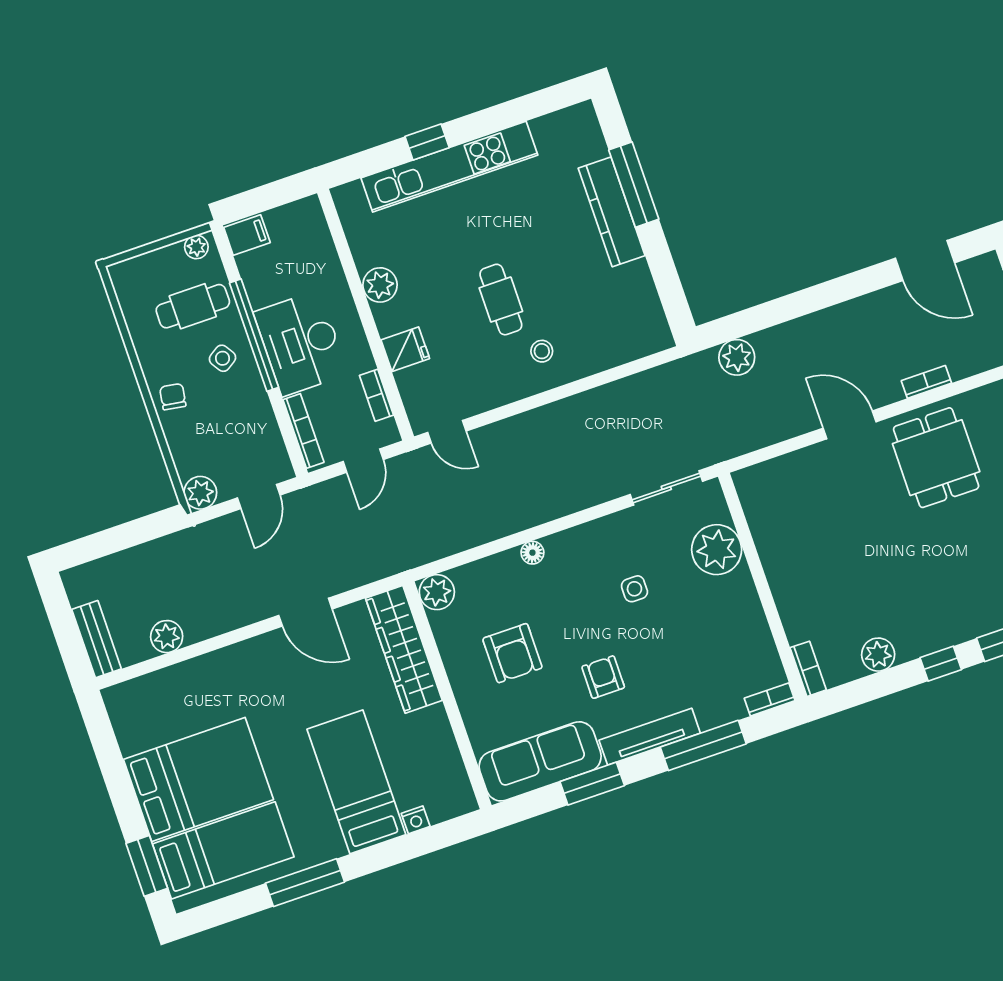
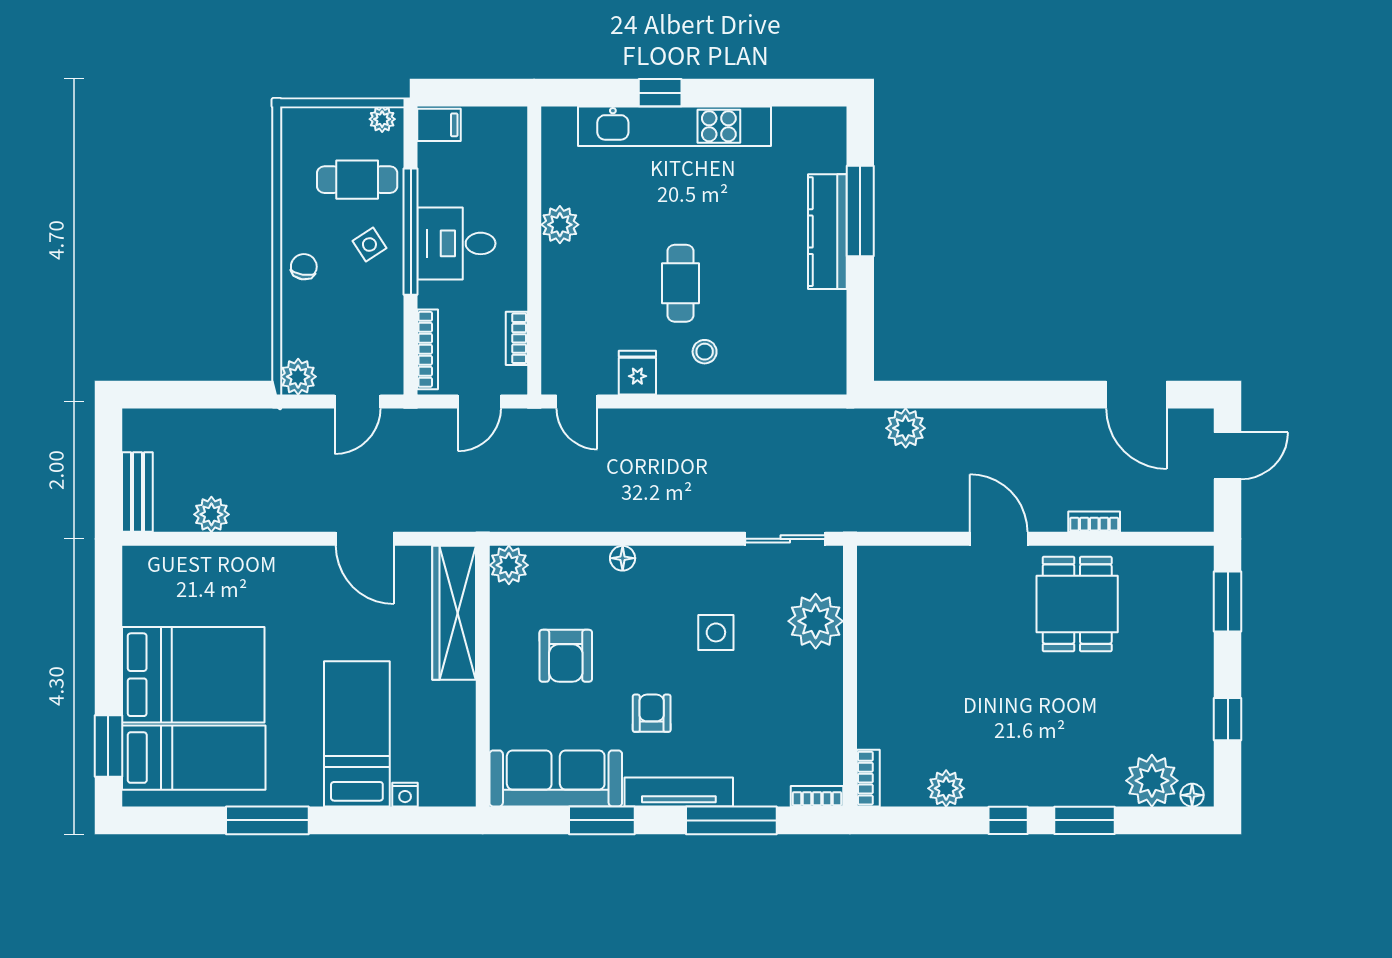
desk: (301, 343) -> (456, 243), width x0.73
fridge: (405, 349) -> (637, 373), moved, turned -90
side table: (634, 589) -> (716, 632), width x1.37, depth x1.37

